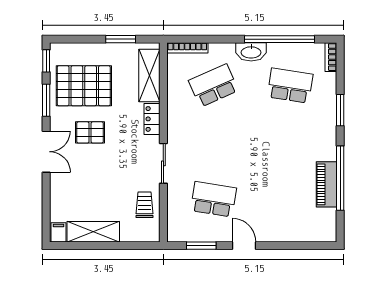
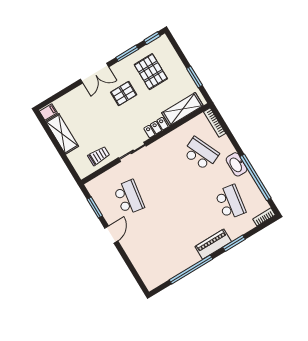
pallet: (84, 86) -> (151, 72), width x0.73, depth x0.71
pallet: (90, 132) -> (124, 94), turned 90
piano: (326, 184) -> (213, 244), moved

